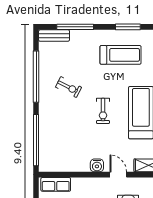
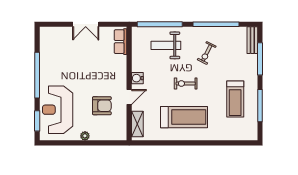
window: (128, 27) -> (260, 106), width x1.44
weight bench: (60, 133) -> (166, 45), added

